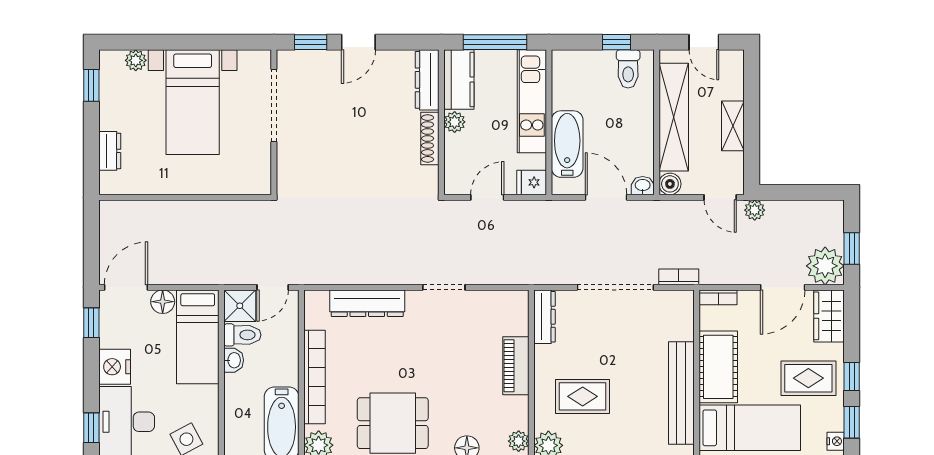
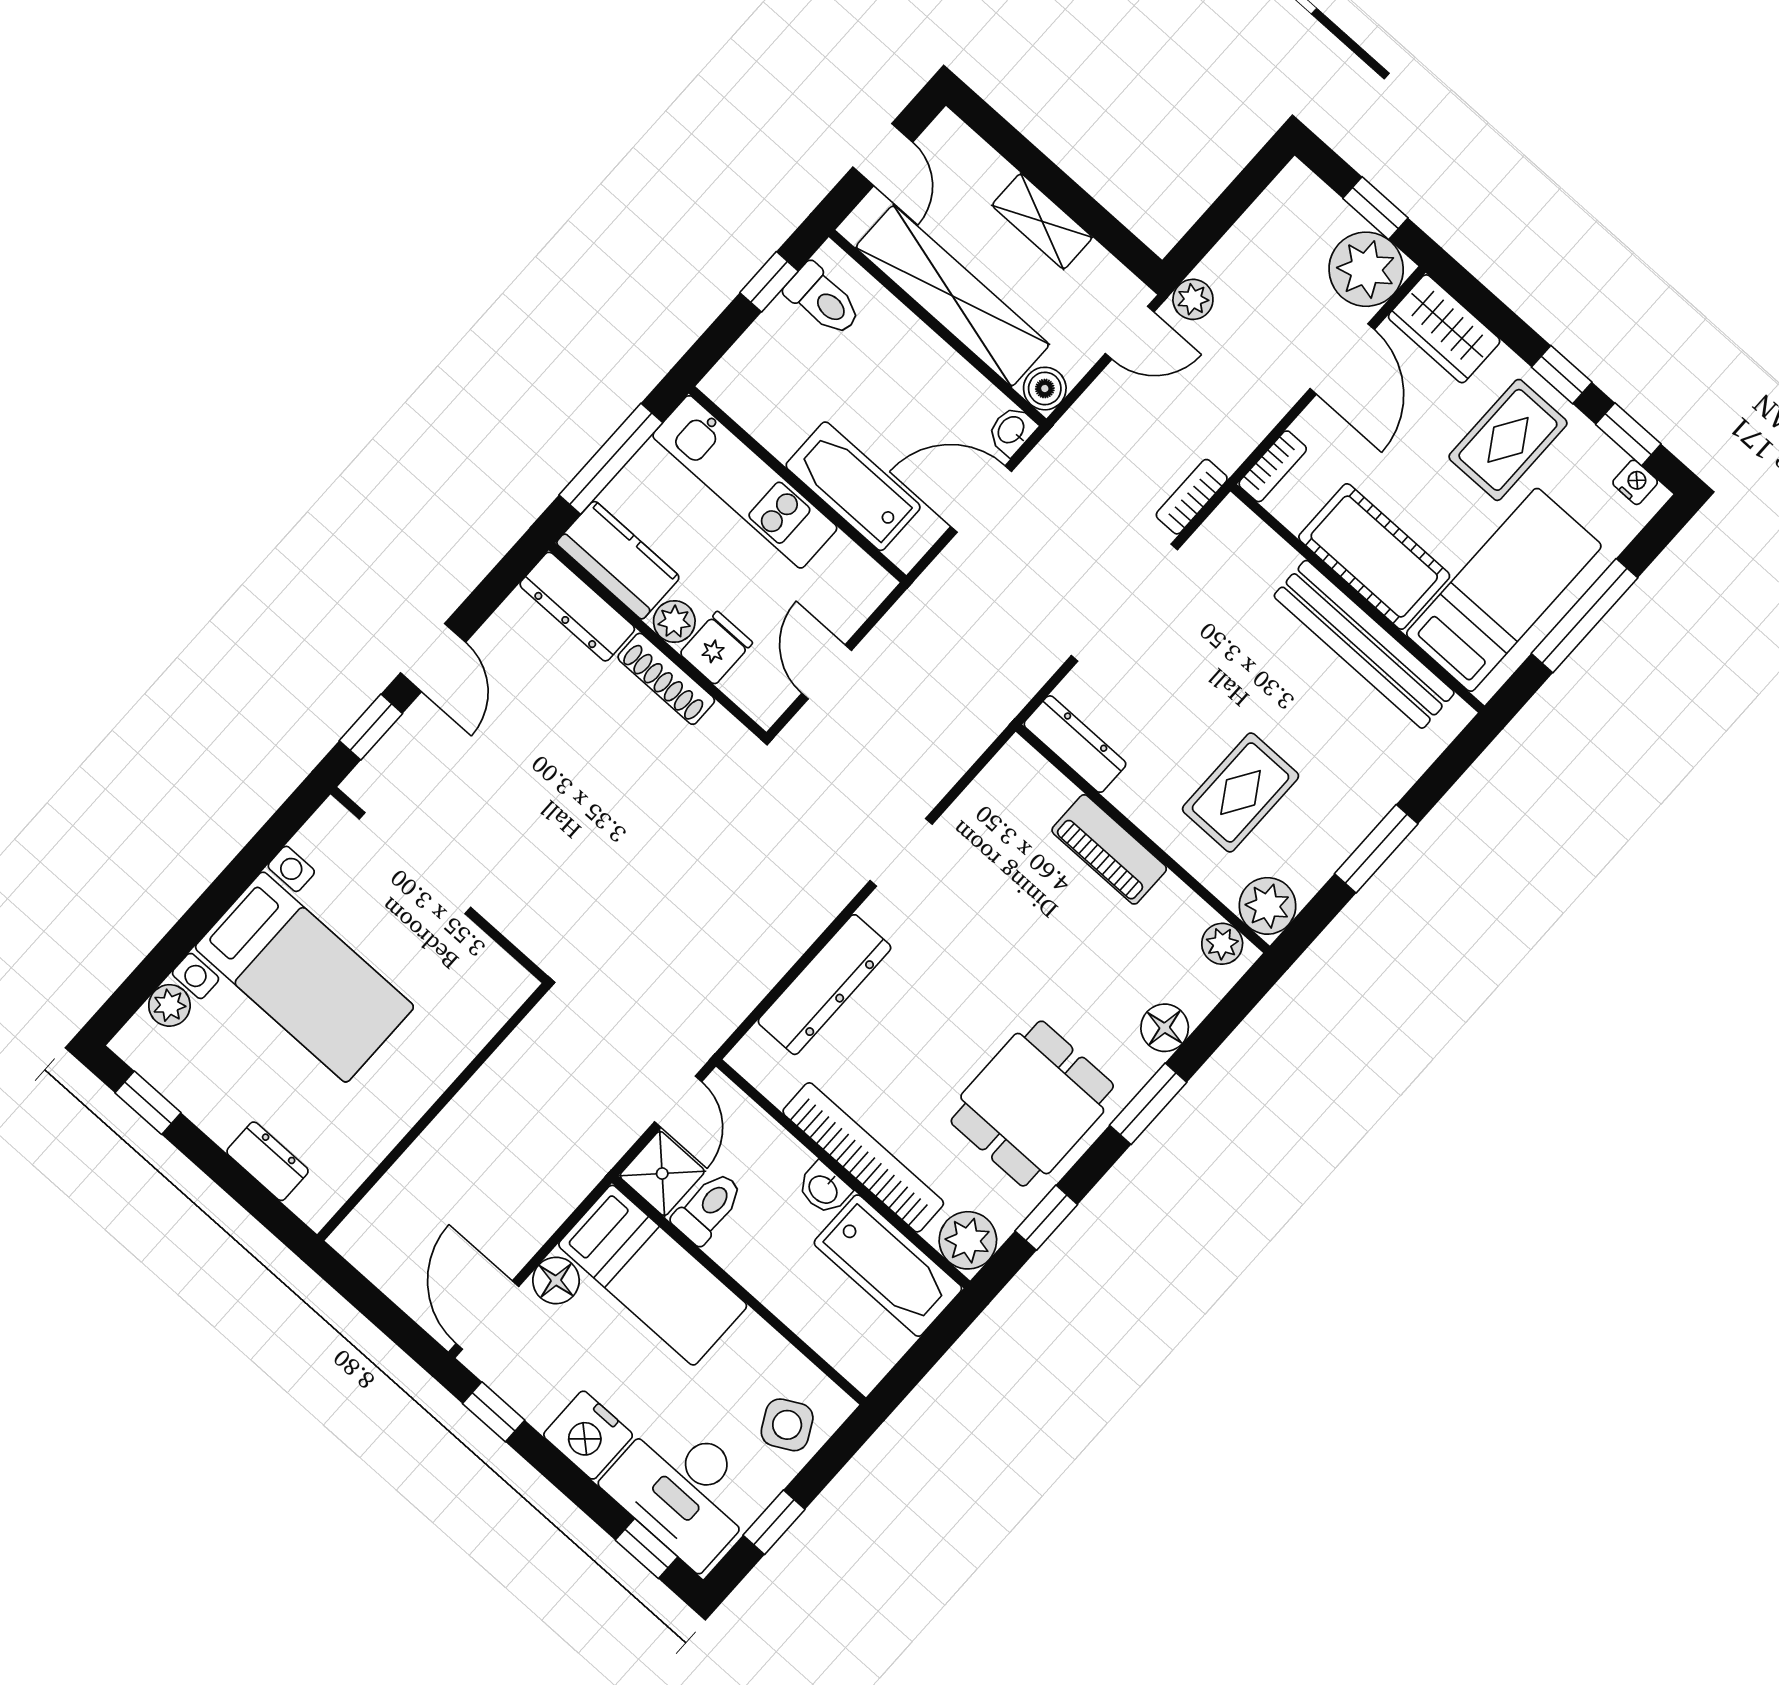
door: (704, 42) -> (883, 155), hinge flipped
fridge: (532, 182) -> (716, 648), moved, turned 180
washbasin: (234, 360) -> (824, 1189), moved, turned 180

